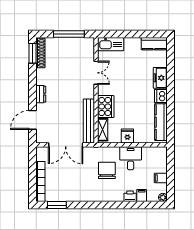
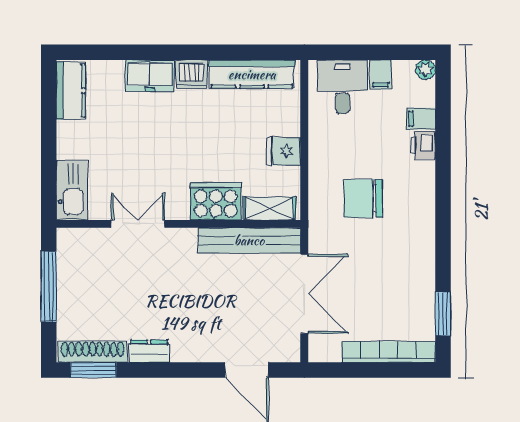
dresser: (41, 94) -> (149, 351), moved
desk: (131, 158) -> (343, 87), moved, turned 90

